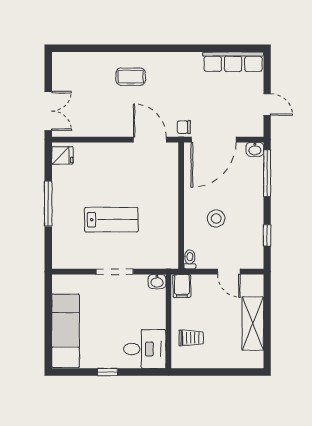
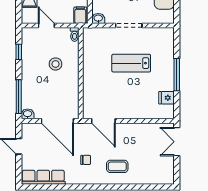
chair: (184, 127) -> (86, 160), moved
door: (214, 140) -> (57, 121), swing flipped
fridge: (62, 155) -> (167, 98), moved

